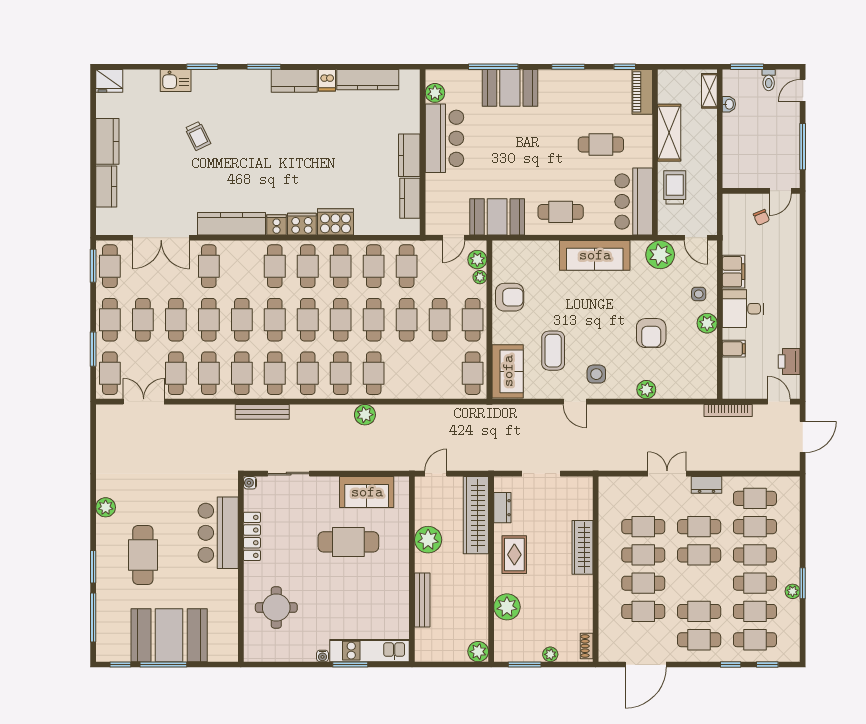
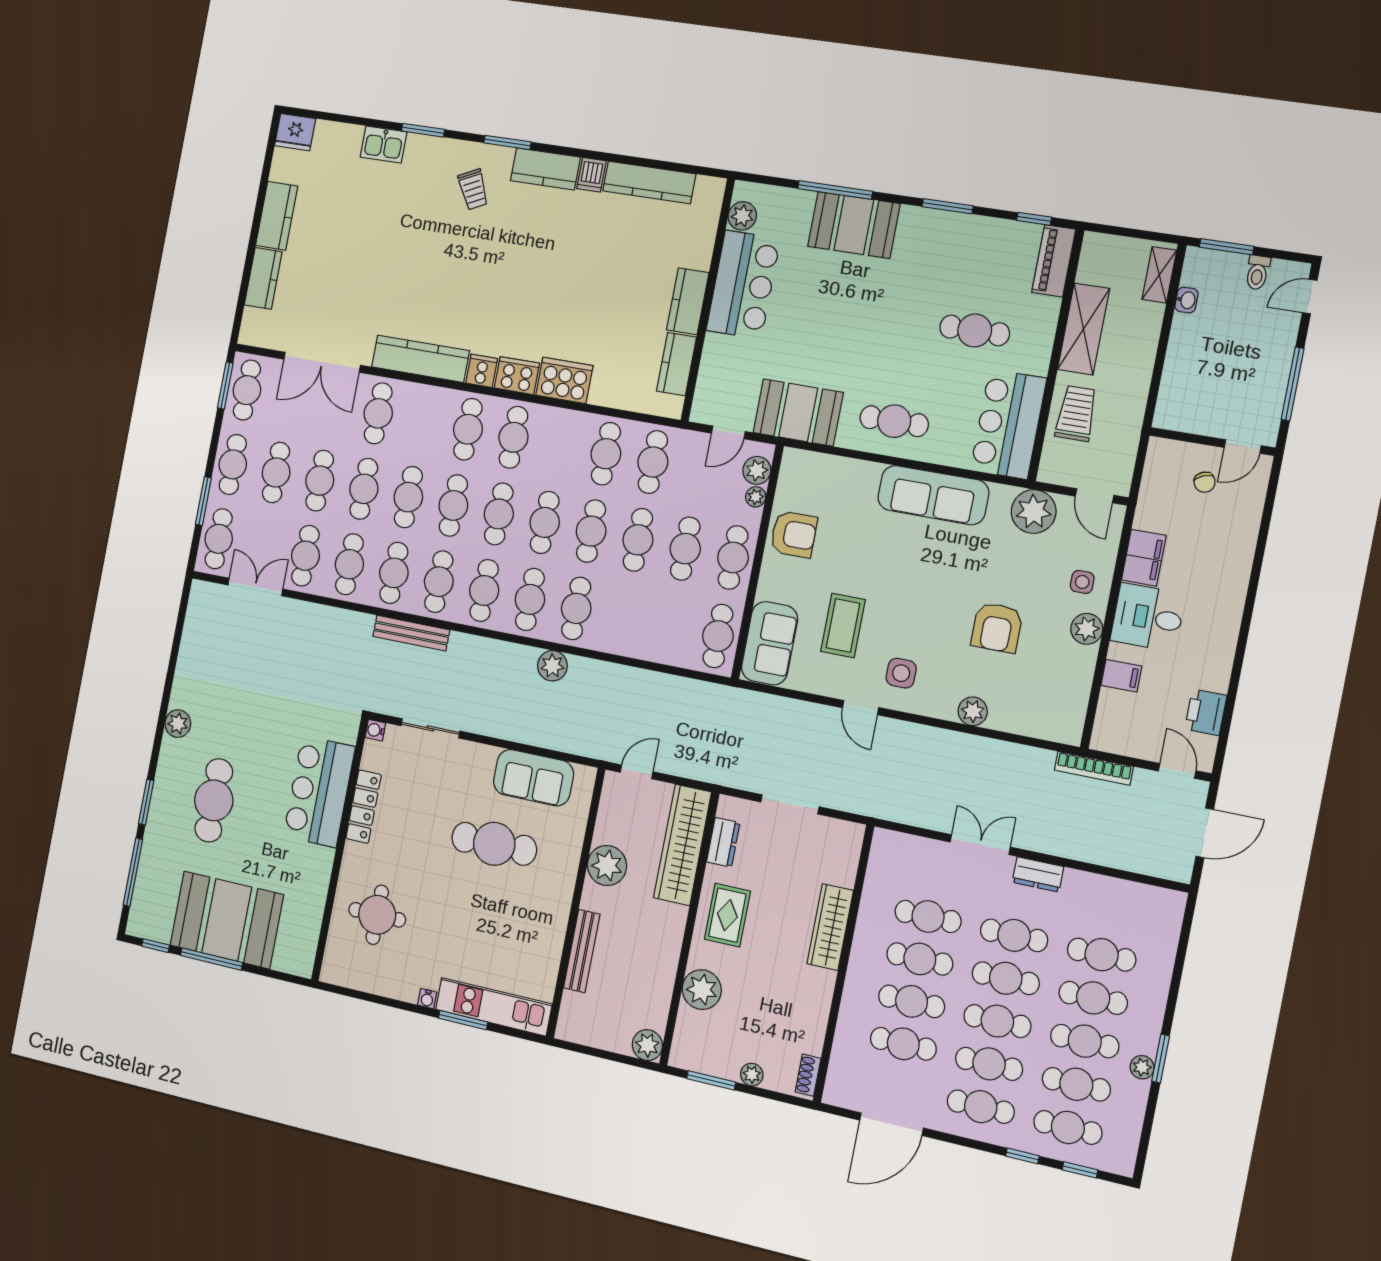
trolley: (198, 136) -> (473, 189), moved
cafe table: (341, 266) -> (559, 445), removed
cafe table: (755, 498) -> (997, 1021), moved

